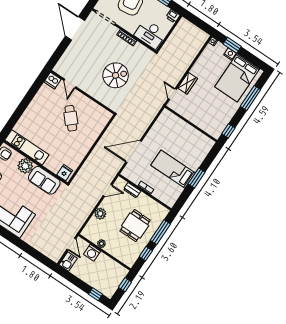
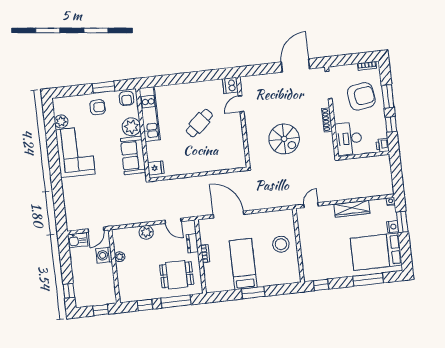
wardrobe: (188, 83) -> (352, 209), moved, width x1.50
cafe table: (71, 118) -> (199, 123), moved
stool: (181, 134) -> (281, 244), added
dining table: (135, 226) -> (177, 275), moved

